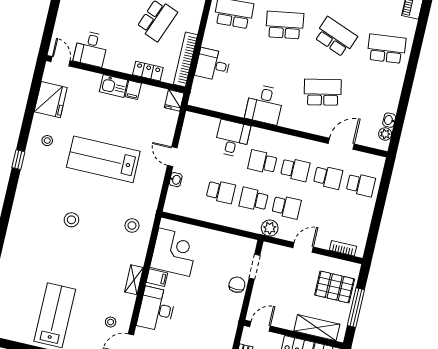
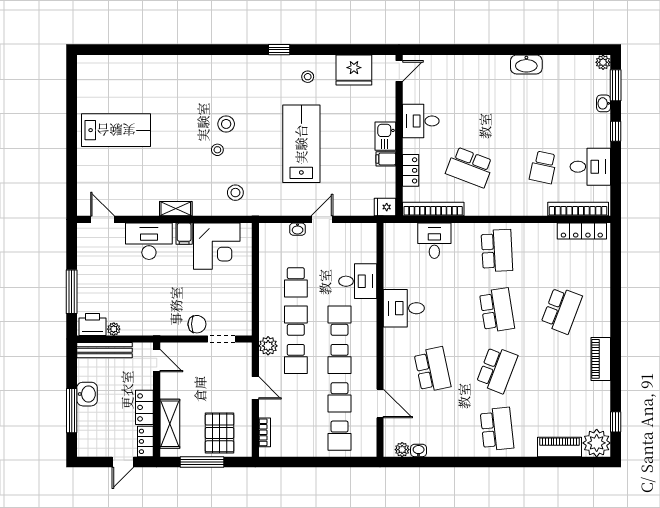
desk: (91, 49) -> (421, 121), moved
stool: (111, 322) -> (217, 150), moved

